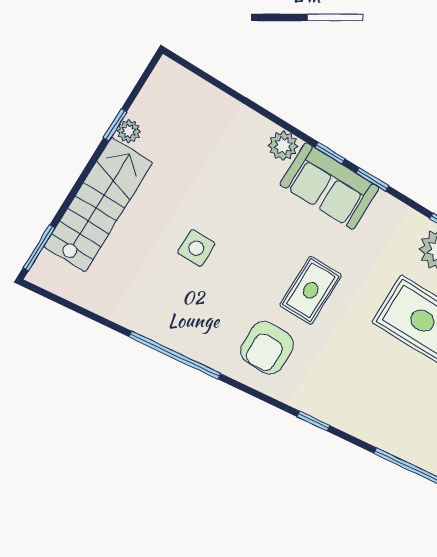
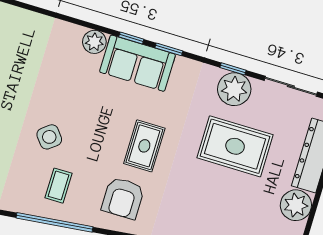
side table: (196, 248) -> (49, 137), turned -38
coffee table: (192, 311) -> (58, 186), added

